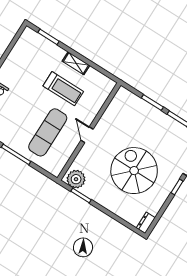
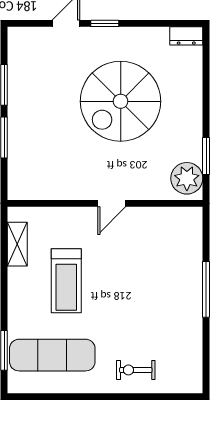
shelving: (76, 63) -> (17, 244), moved
treadmill: (63, 89) -> (66, 281), turned 180
exercise mat: (48, 132) -> (52, 355), moved

